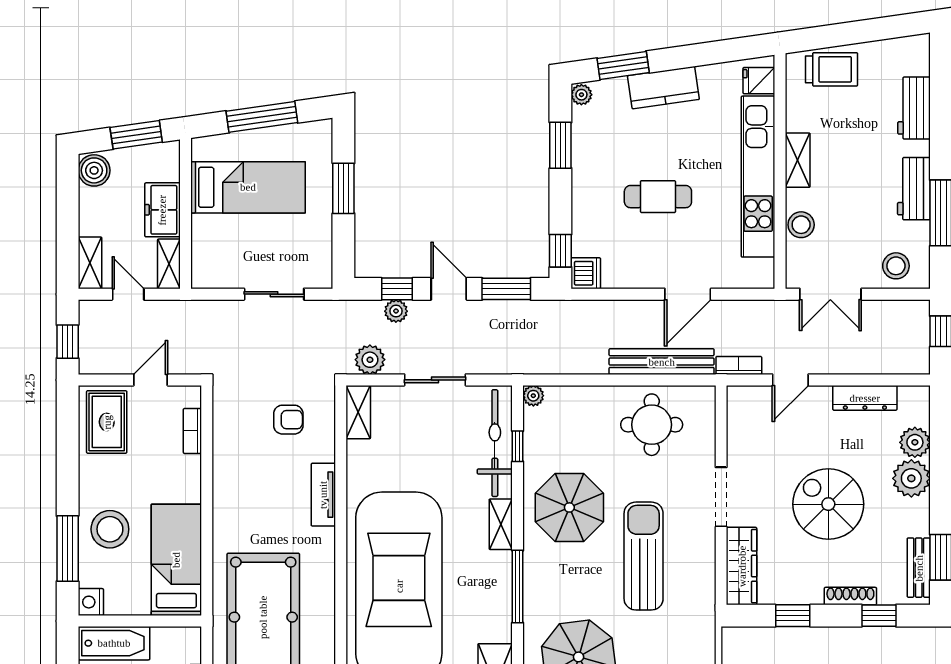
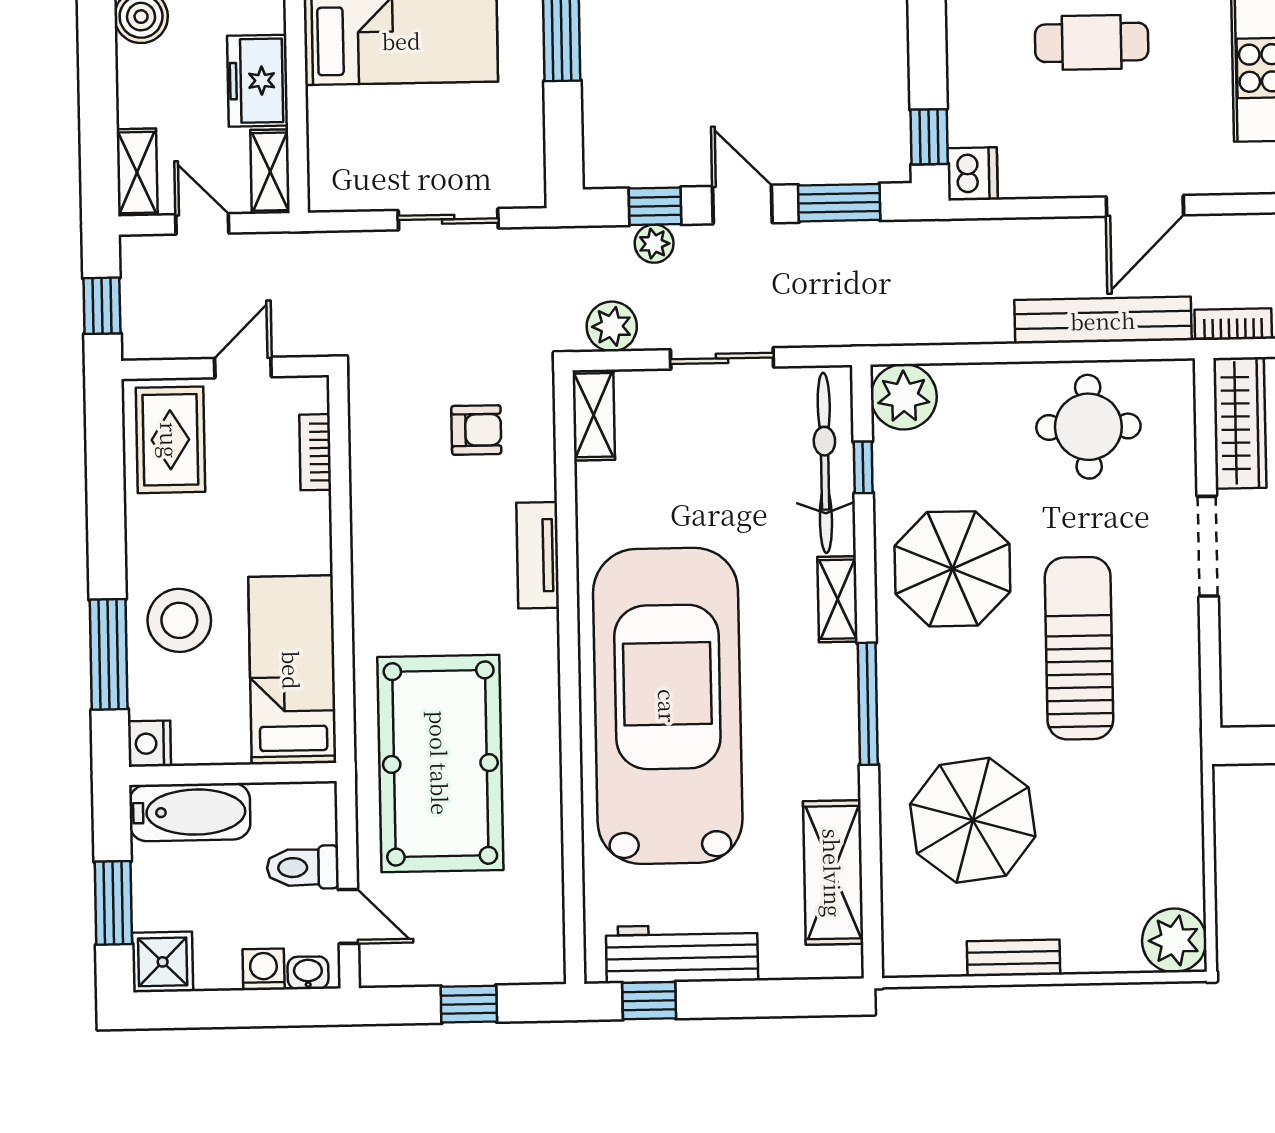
plant: (533, 396) -> (904, 397), width x1.88, depth x1.88
wardrobe: (742, 566) -> (1240, 423), moved

